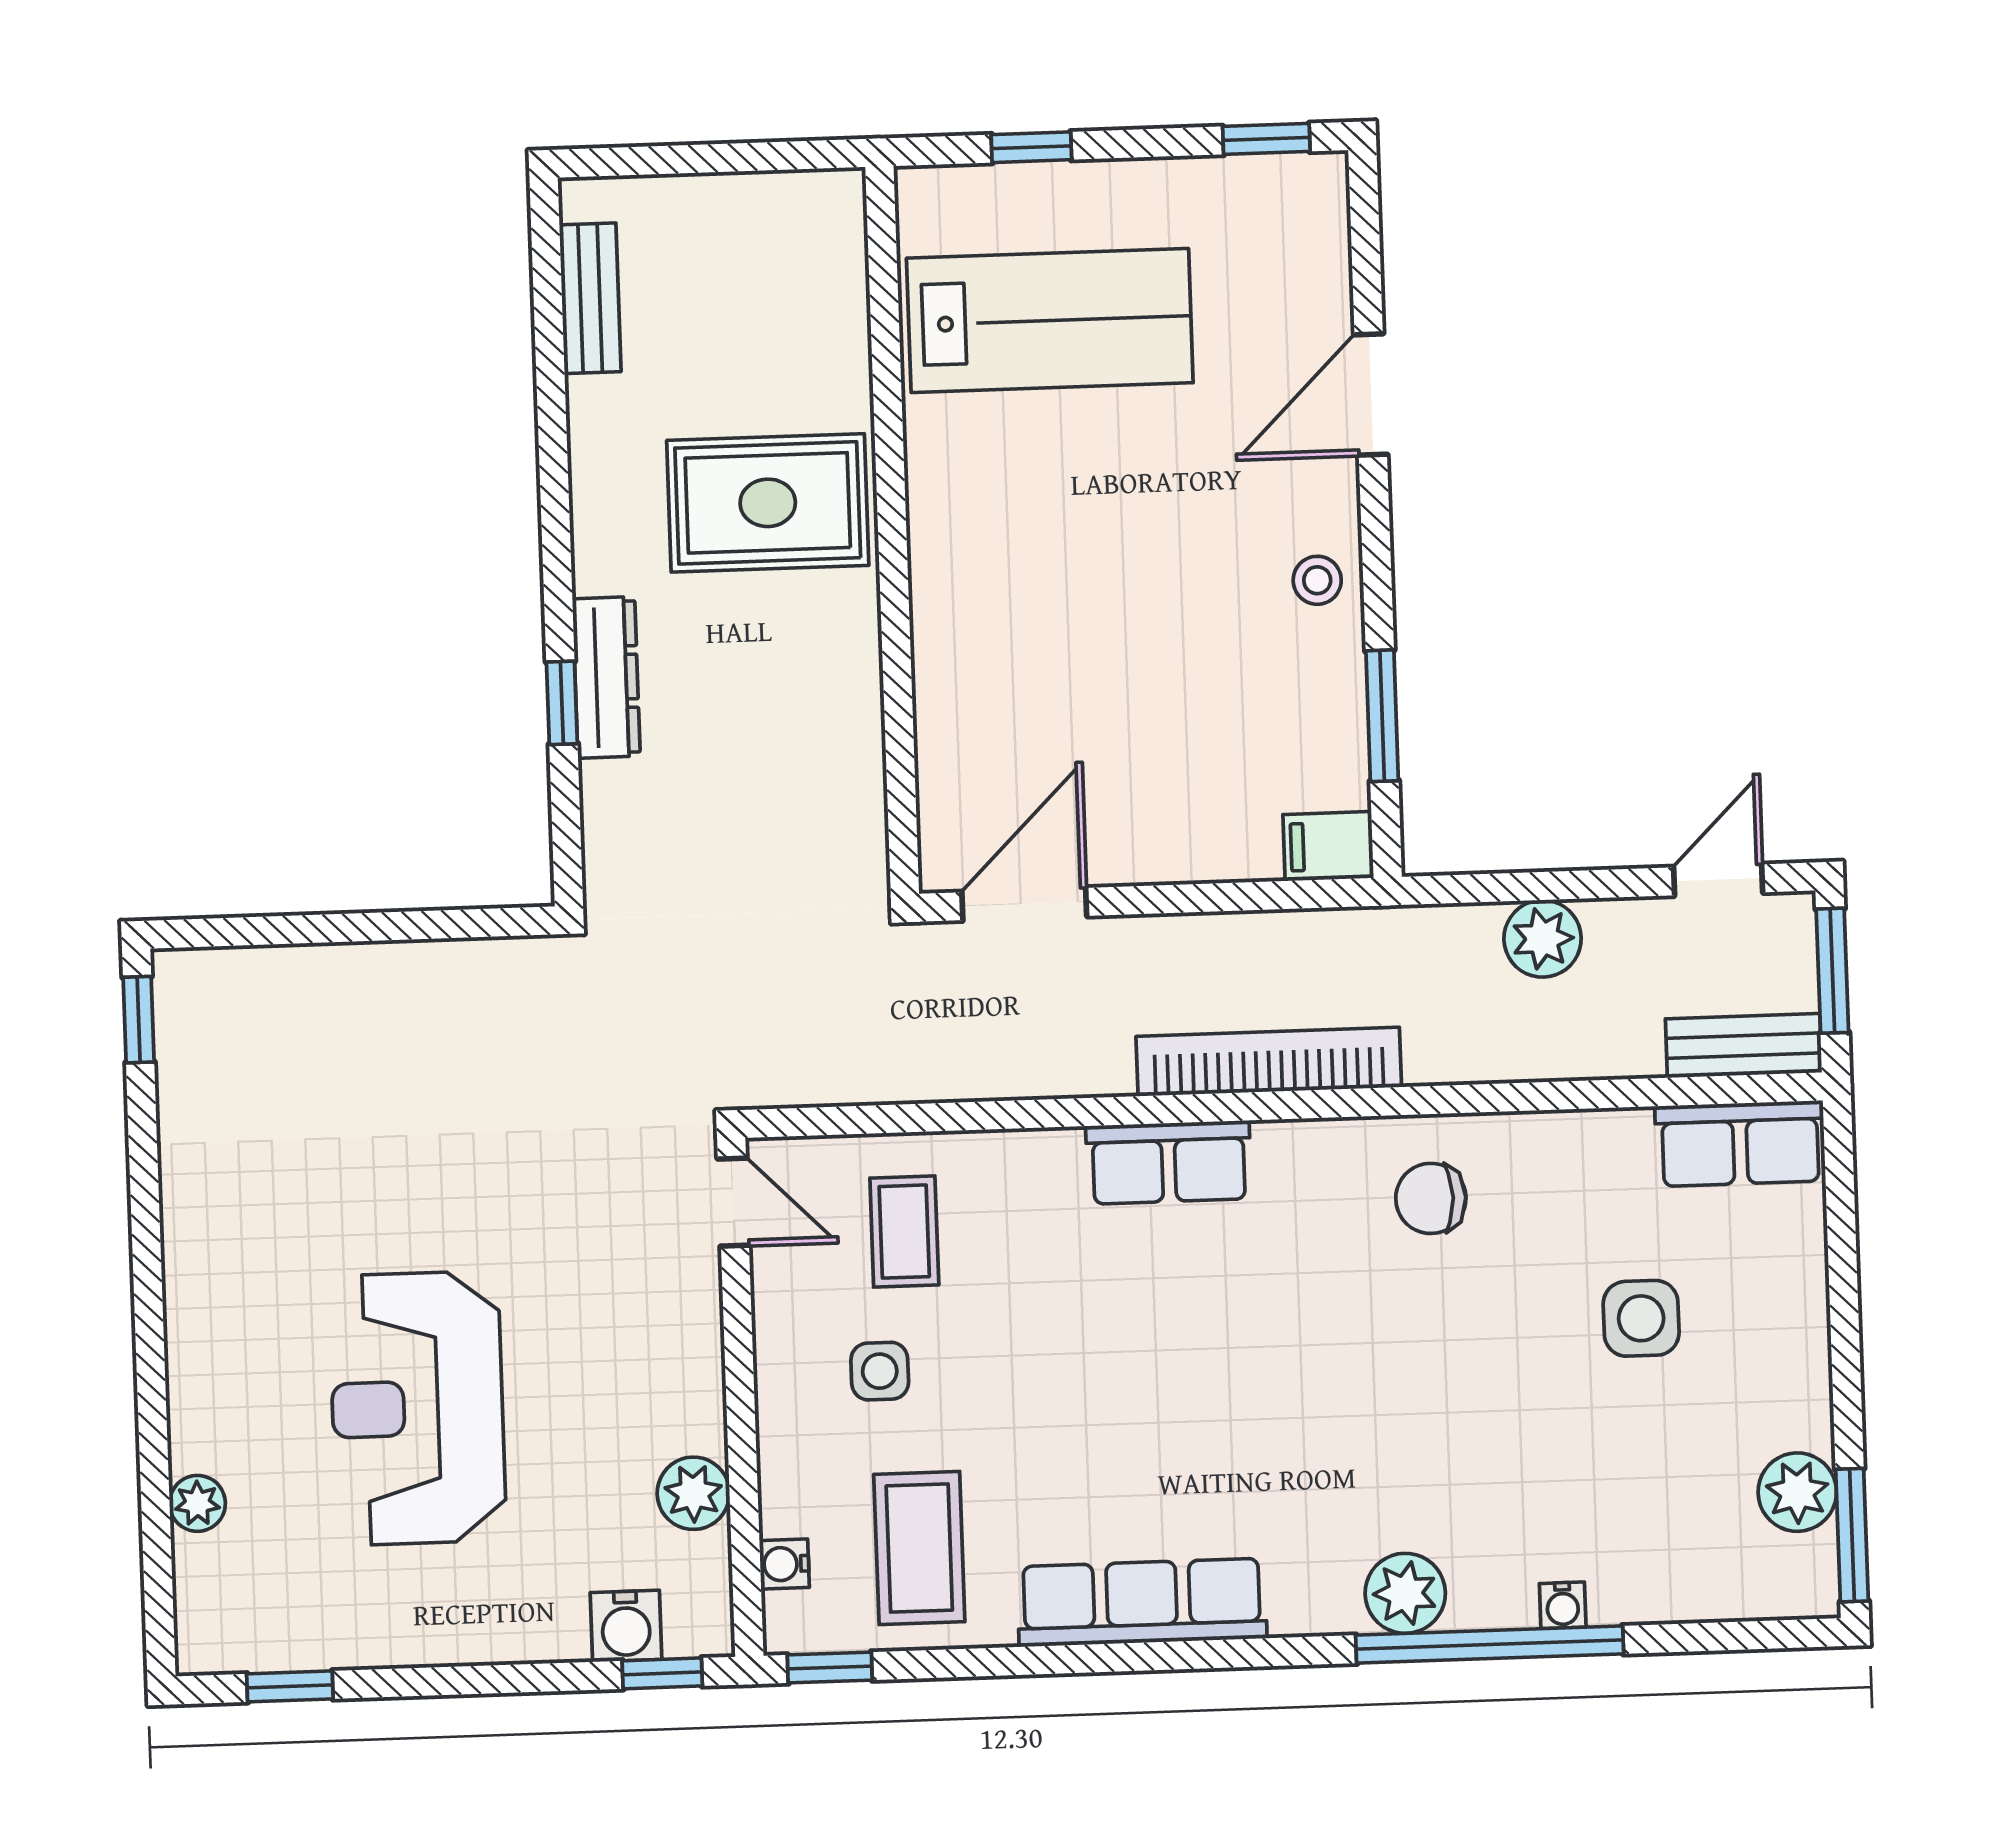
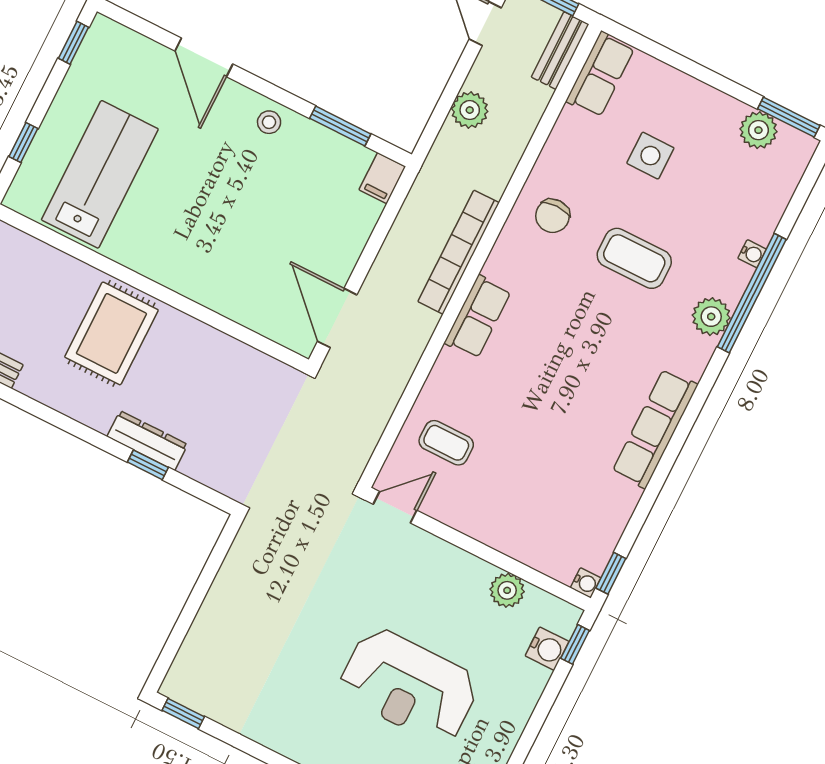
side table: (880, 1371) -> (499, 485), removed
coffee table: (919, 1548) -> (634, 258), moved
water cooler: (784, 1564) -> (586, 583), moved, turned -90

